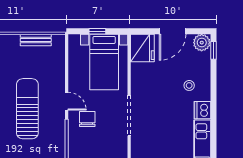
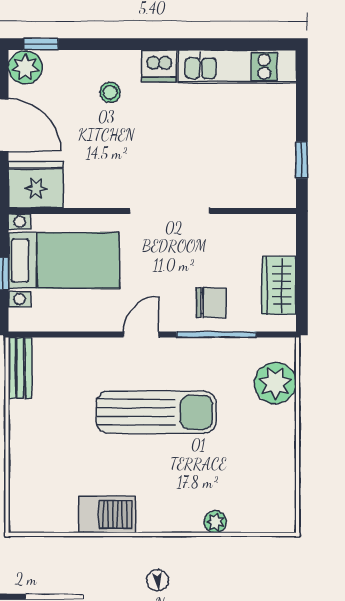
bench: (36, 40) -> (20, 368), moved
sun lounger: (27, 109) -> (156, 412), turned 180
chair: (87, 119) -> (211, 303), moved, turned 180

